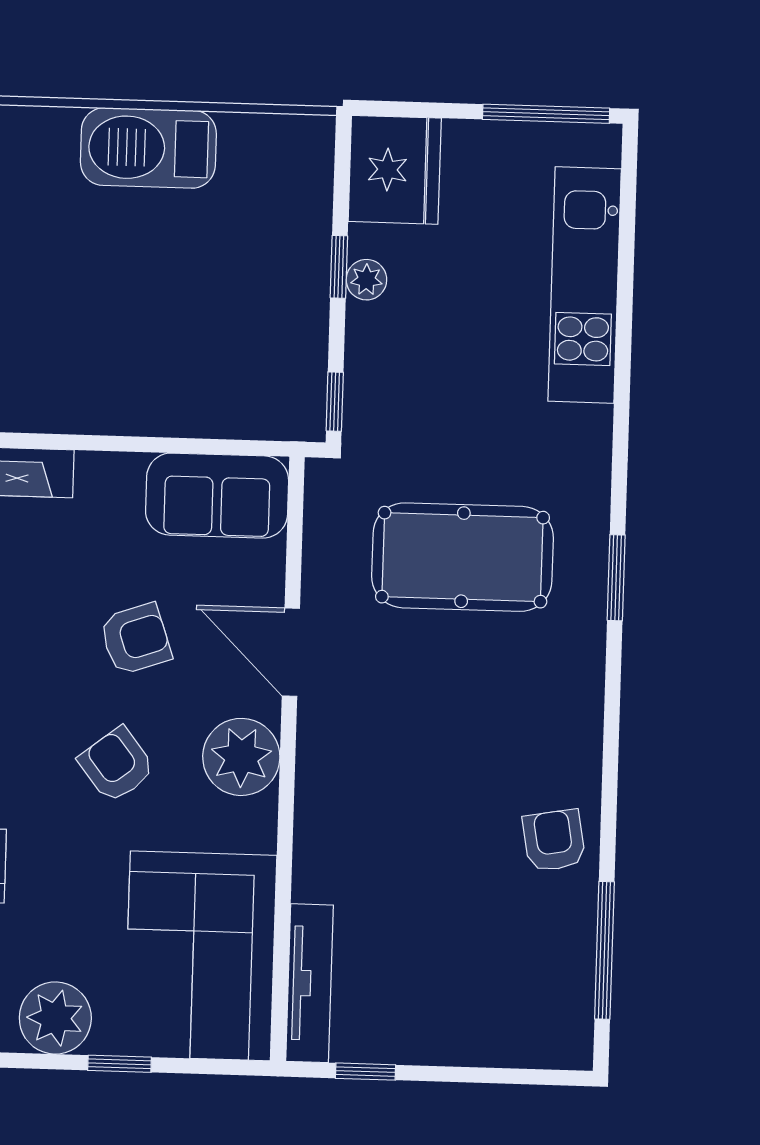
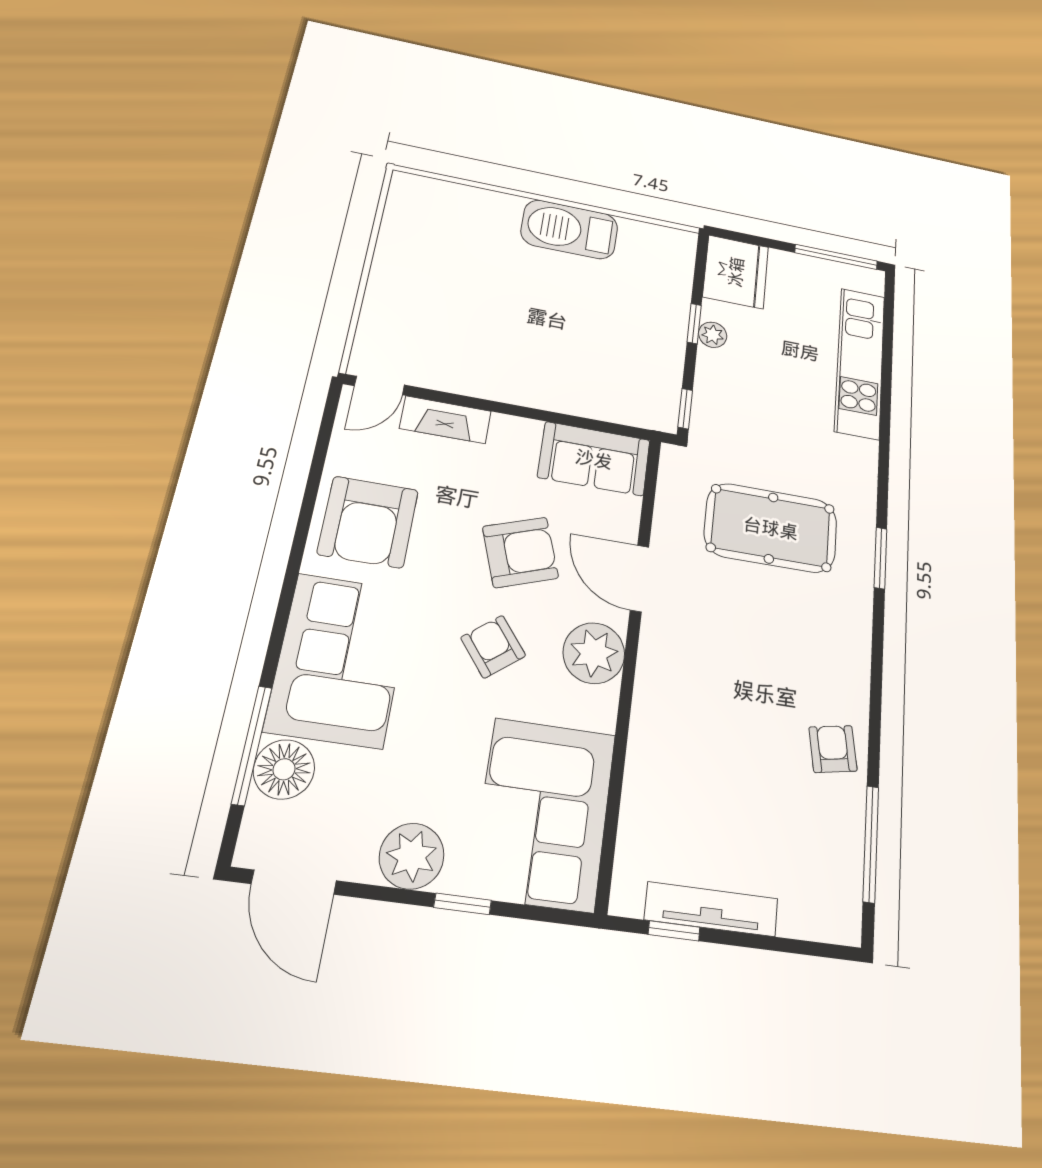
armchair: (136, 639) -> (520, 552), width x1.38, depth x1.38
tv unit: (310, 983) -> (711, 909), moved, turned -90

